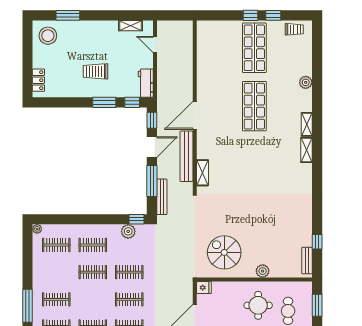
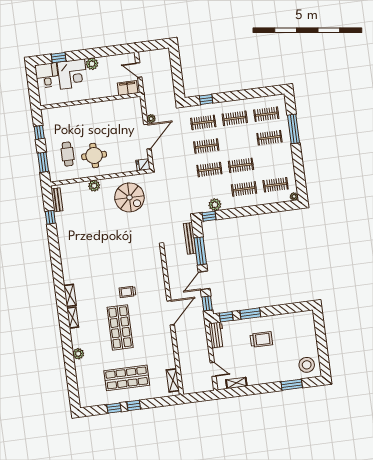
trolley: (294, 29) -> (127, 292), moved
shop shelf: (254, 48) -> (127, 378), turned 90
locker: (38, 80) -> (310, 325), removed
bench: (186, 156) -> (173, 276), removed
shelving: (202, 173) -> (173, 380), moved

